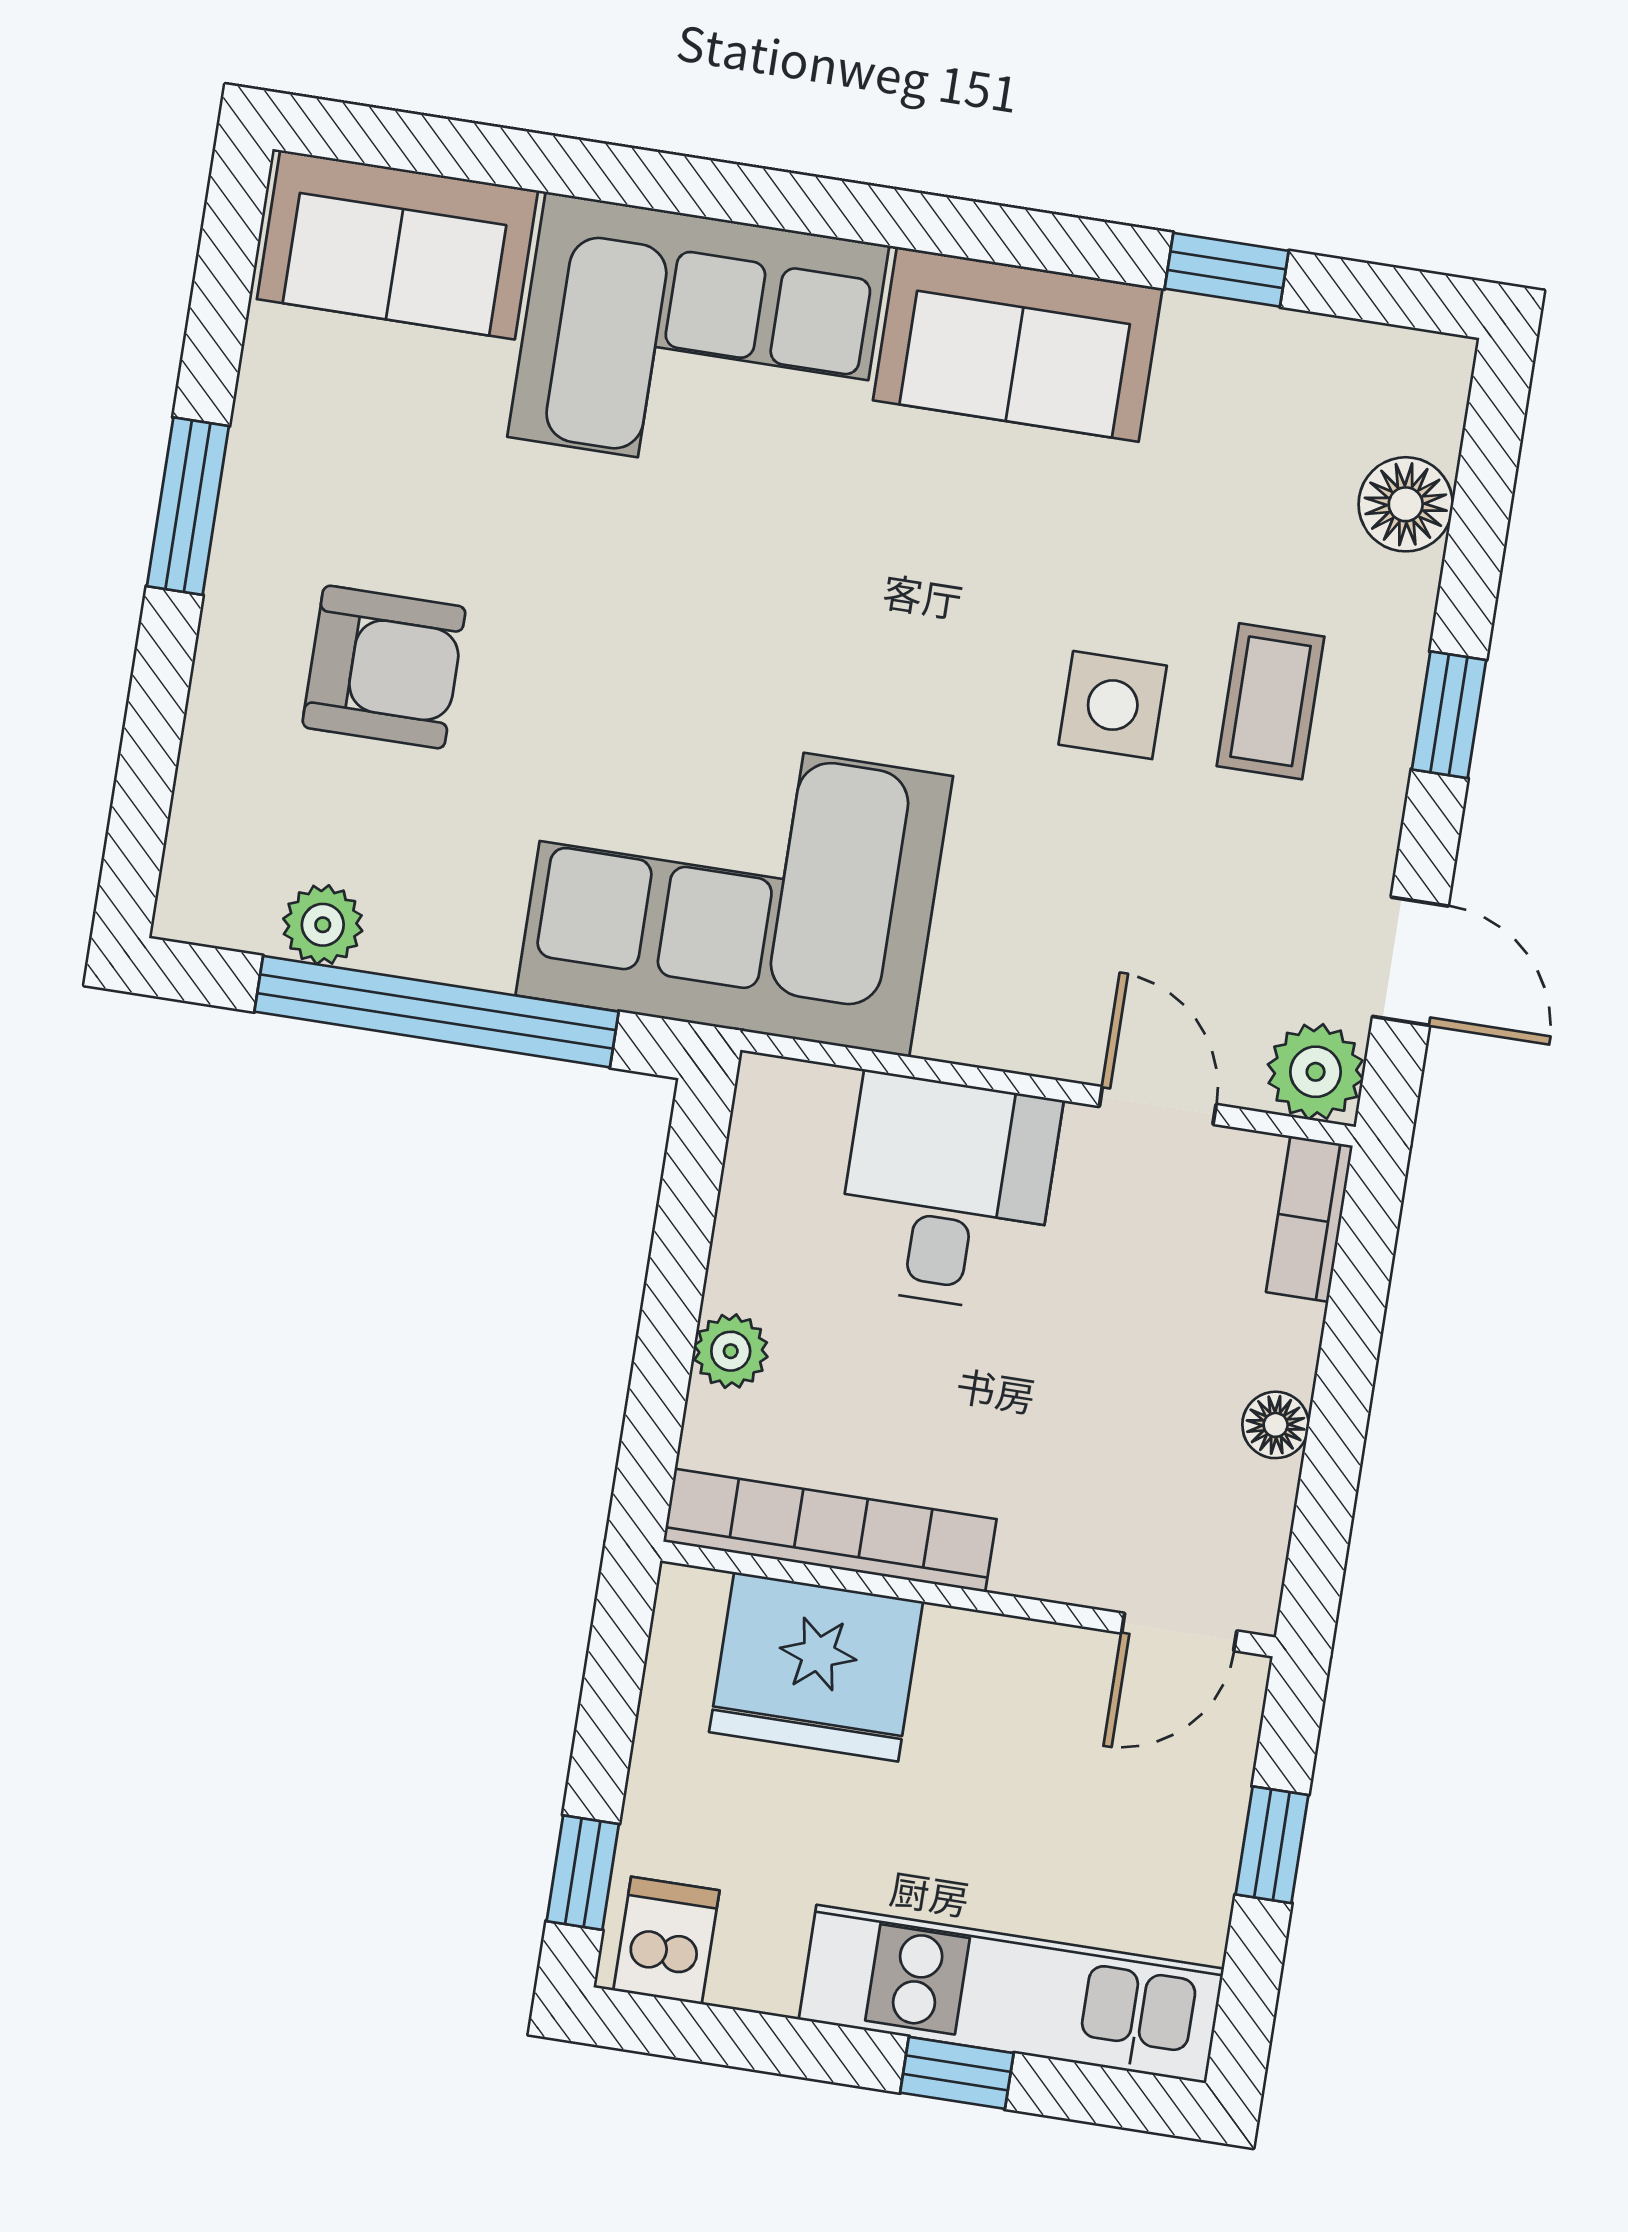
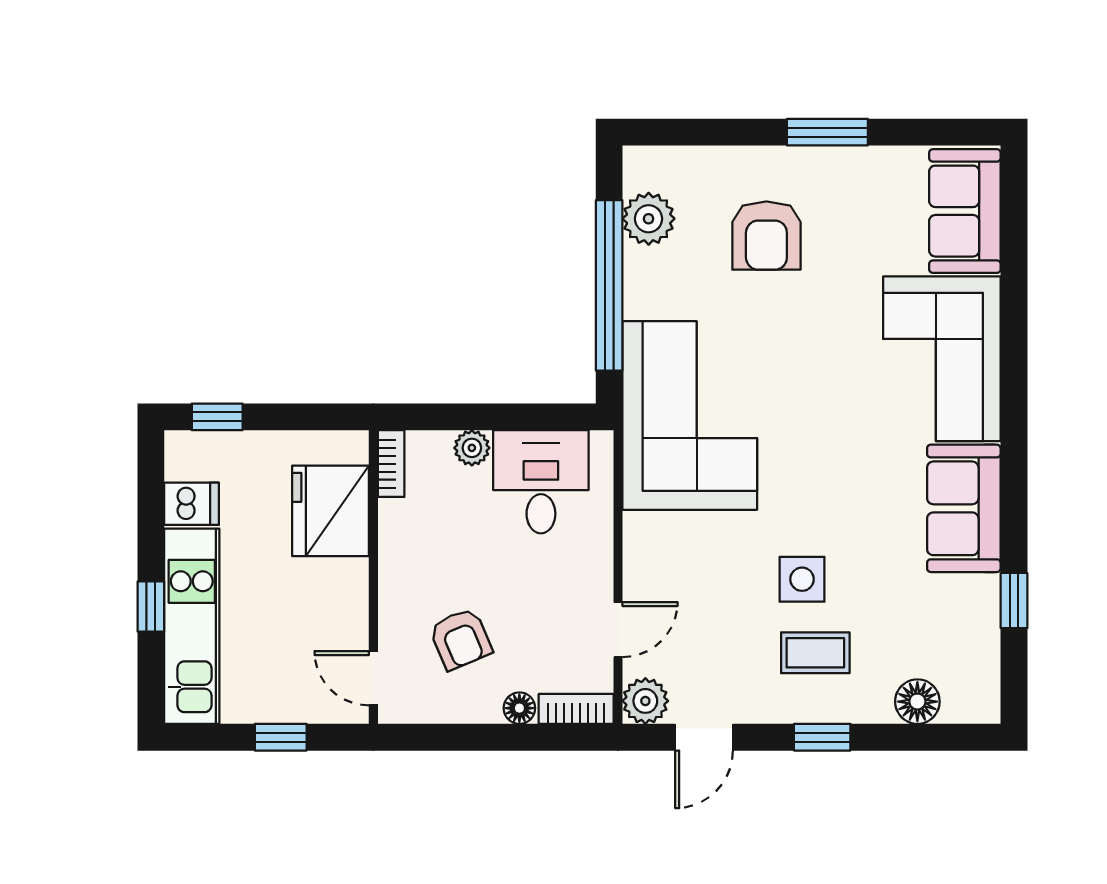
plant: (323, 925) -> (649, 219), width x1.38, depth x1.38
desk: (947, 1192) -> (541, 482), moved, turned -90
floor lamp: (1276, 1425) -> (519, 708), moved
armchair: (1126, 1437) -> (461, 639), added
bookcase: (830, 1530) -> (391, 464), width x0.43, depth x0.76
dishwasher: (666, 1940) -> (192, 504), moved

